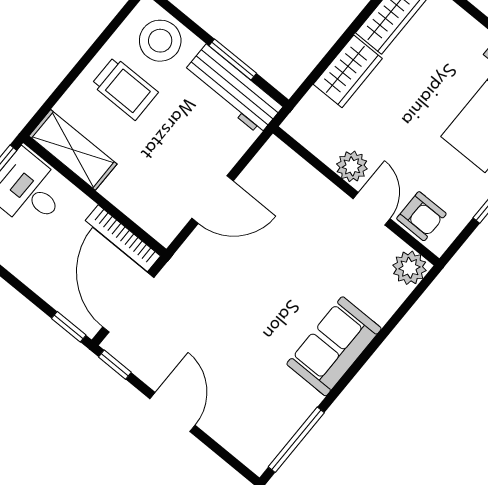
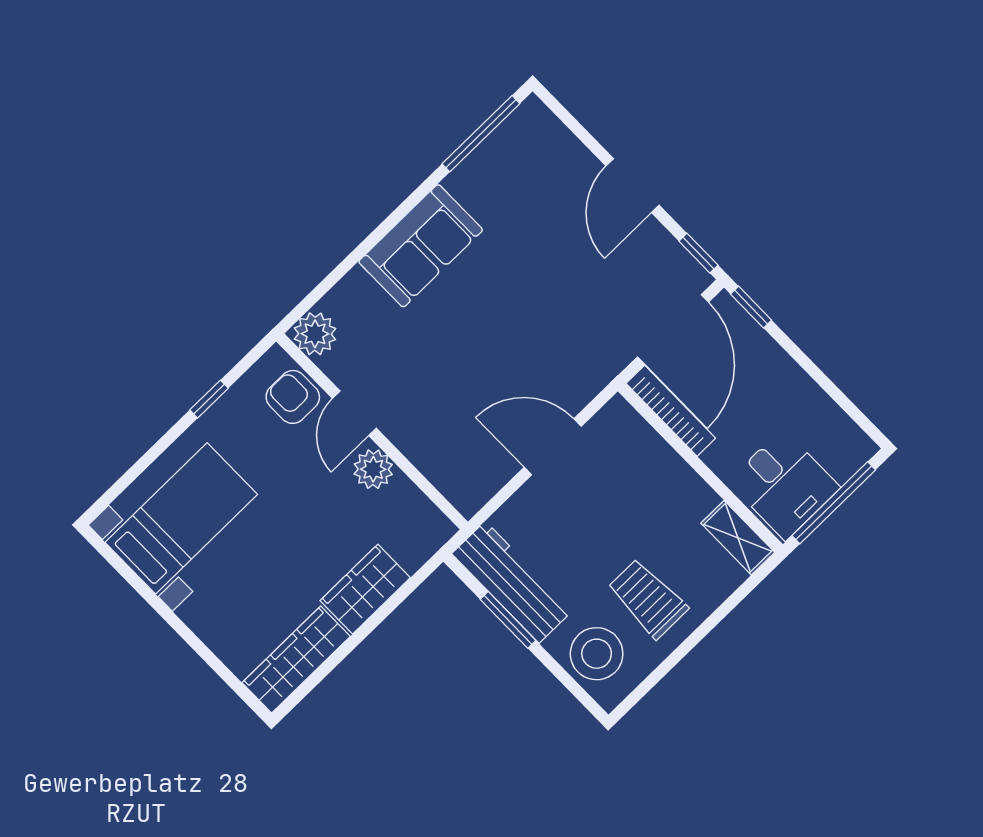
shelving: (73, 150) -> (738, 538), width x0.67, depth x0.75

